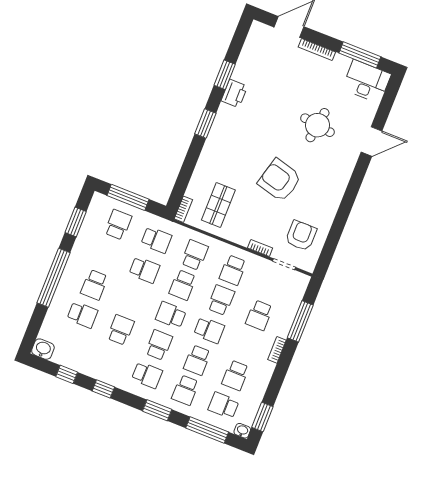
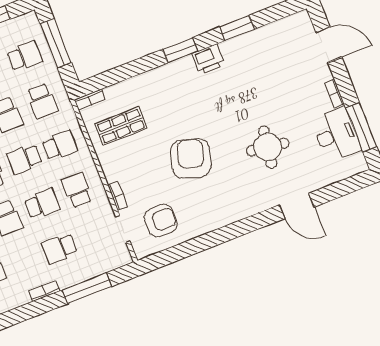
bookcase: (317, 50) -> (334, 94), width x0.64
desk: (367, 81) -> (336, 135), moved
printer: (234, 93) -> (208, 59), moved
school desk: (233, 270) -> (77, 190), turned 90

